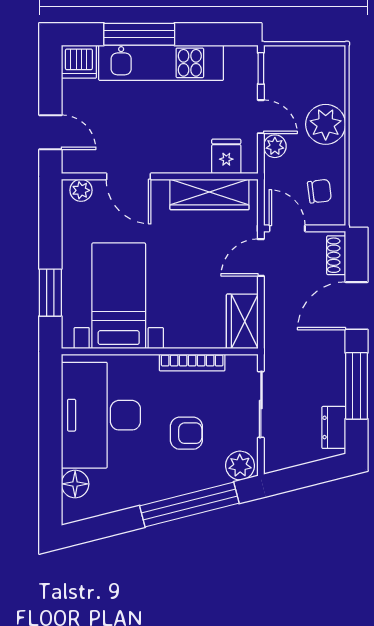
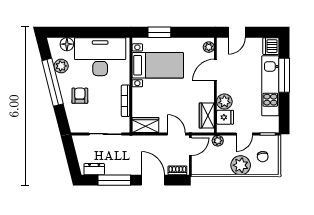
plant: (275, 146) -> (218, 141), moved
plant: (194, 158) -> (224, 102), added
chair: (319, 191) -> (263, 157), moved
wardrobe: (209, 194) -> (207, 115), width x0.67
armchair: (186, 433) -> (80, 96), moved, turned 180
plant: (240, 466) -> (61, 66), moved
window: (189, 505) -> (53, 82), moved

